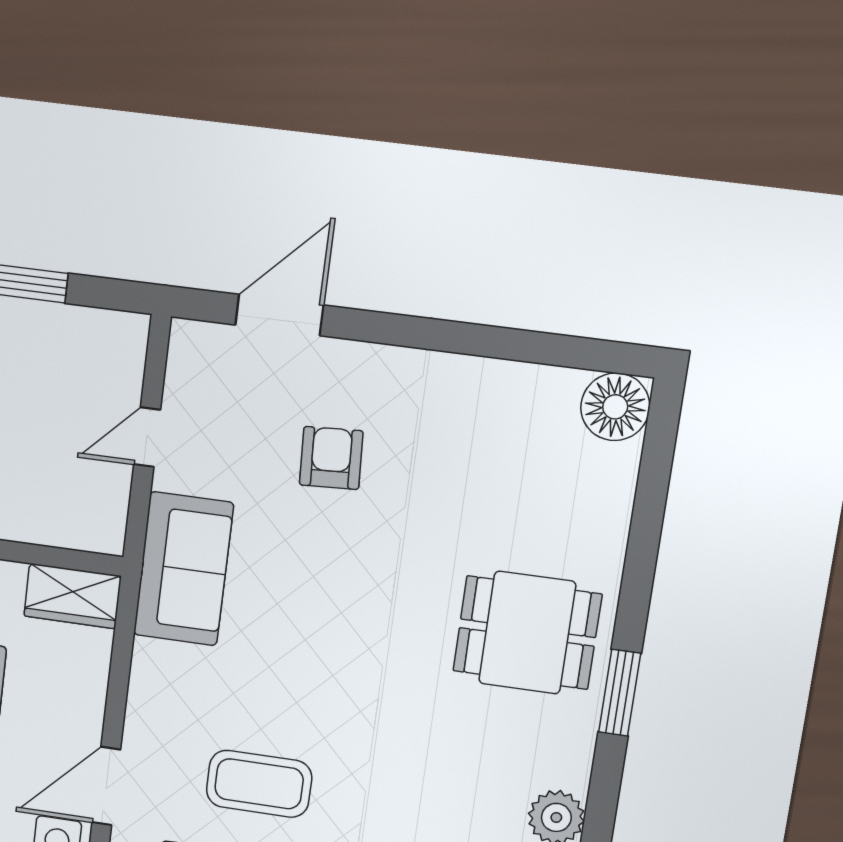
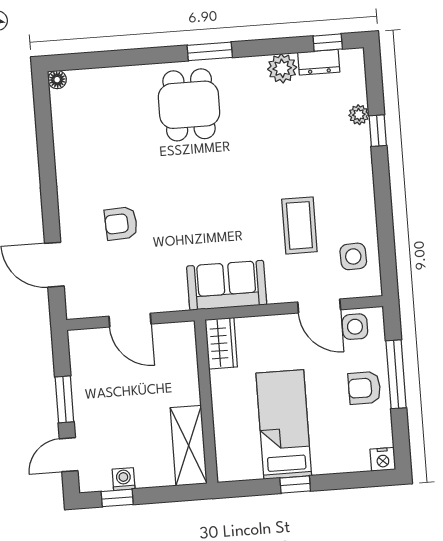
floor lamp: (615, 407) -> (57, 80), width x0.53, depth x0.53
door: (147, 437) -> (130, 320), width x1.38
sofa: (183, 569) -> (227, 285), moved

